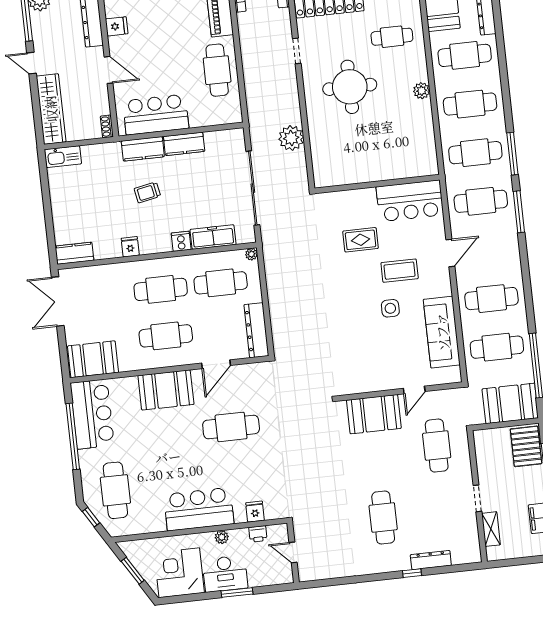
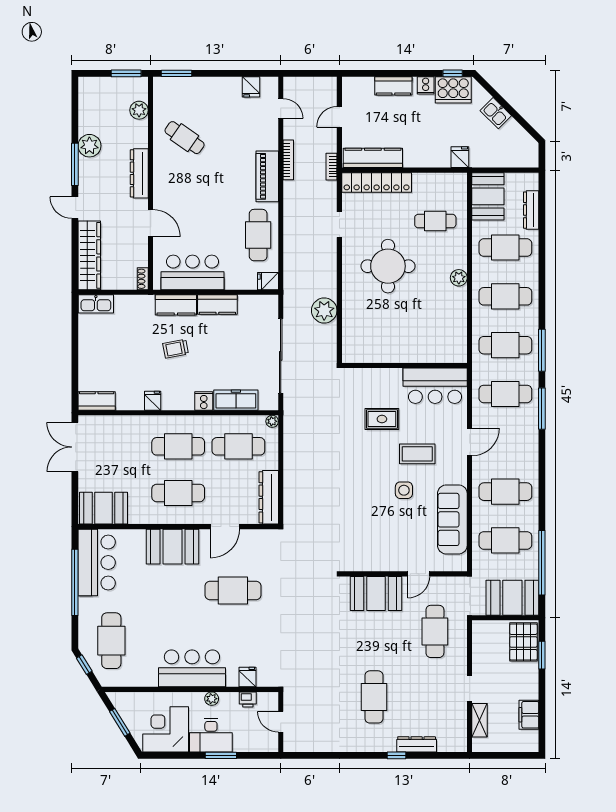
fridge: (117, 26) -> (268, 281), moved, turned 180

